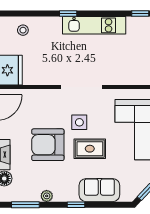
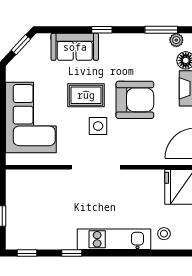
window: (68, 14) -> (72, 253), moved
kitchen unit: (94, 25) -> (114, 239), moved
plant: (47, 196) -> (176, 40), moved

